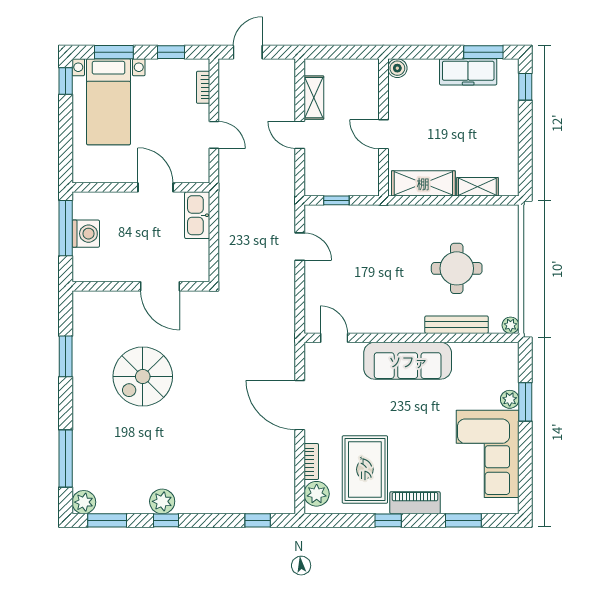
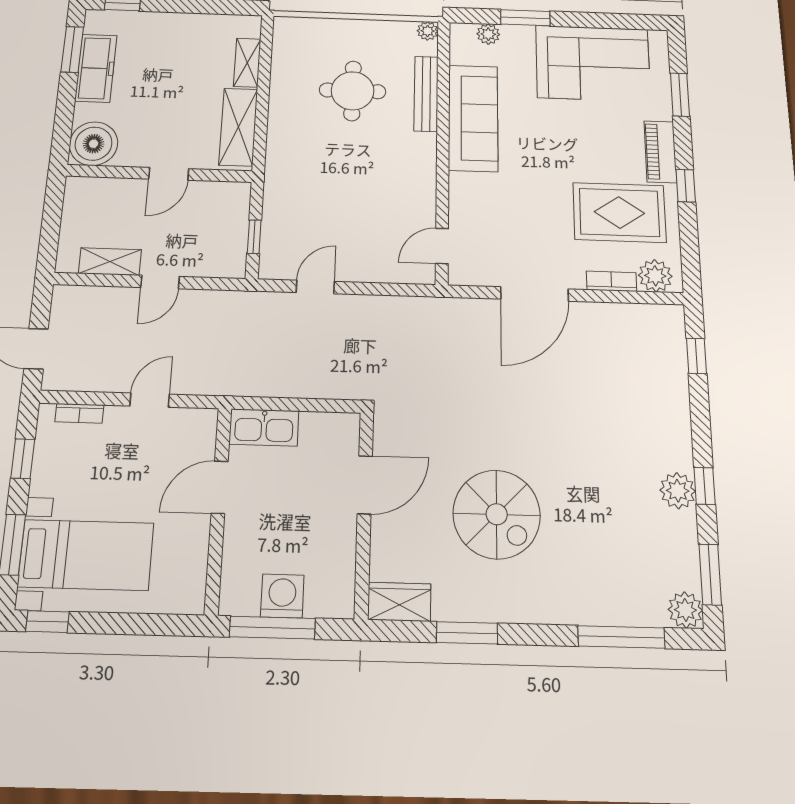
boiler: (397, 68) -> (94, 144), width x1.86, depth x1.86
wardrobe: (84, 311) -> (399, 602), added
sofa: (408, 361) -> (473, 118), moved
plant: (510, 399) -> (488, 34), moved

